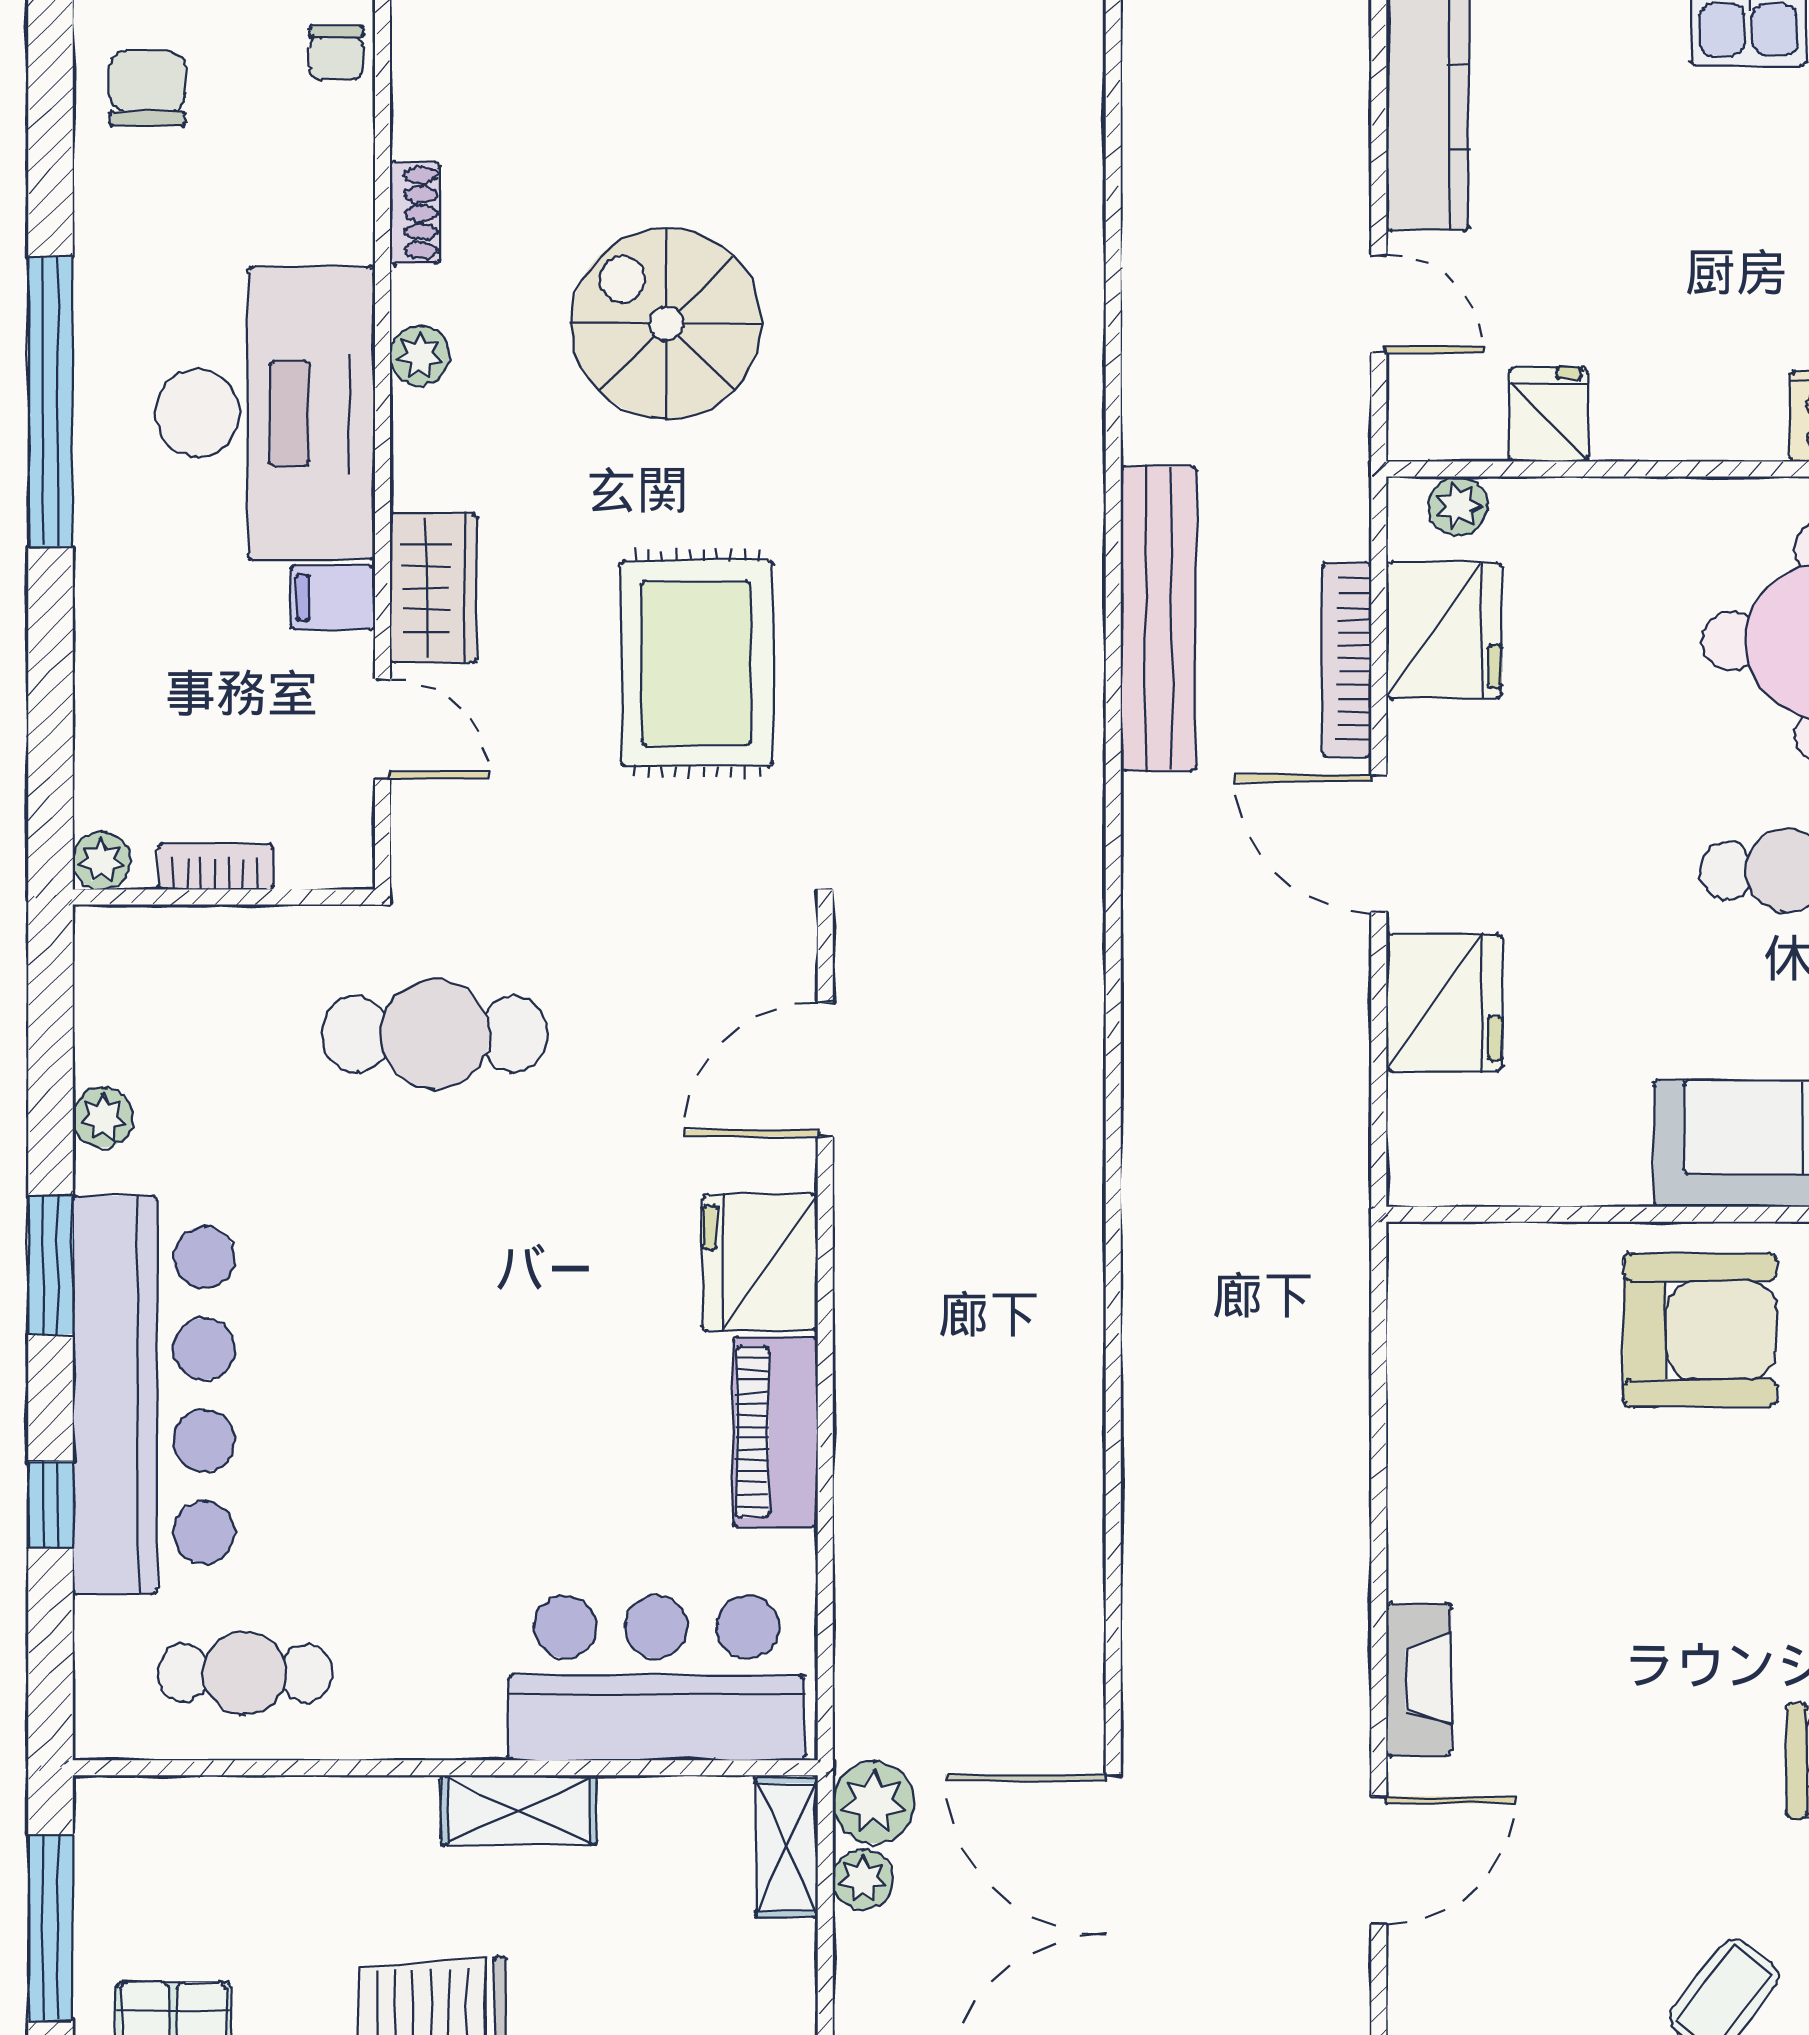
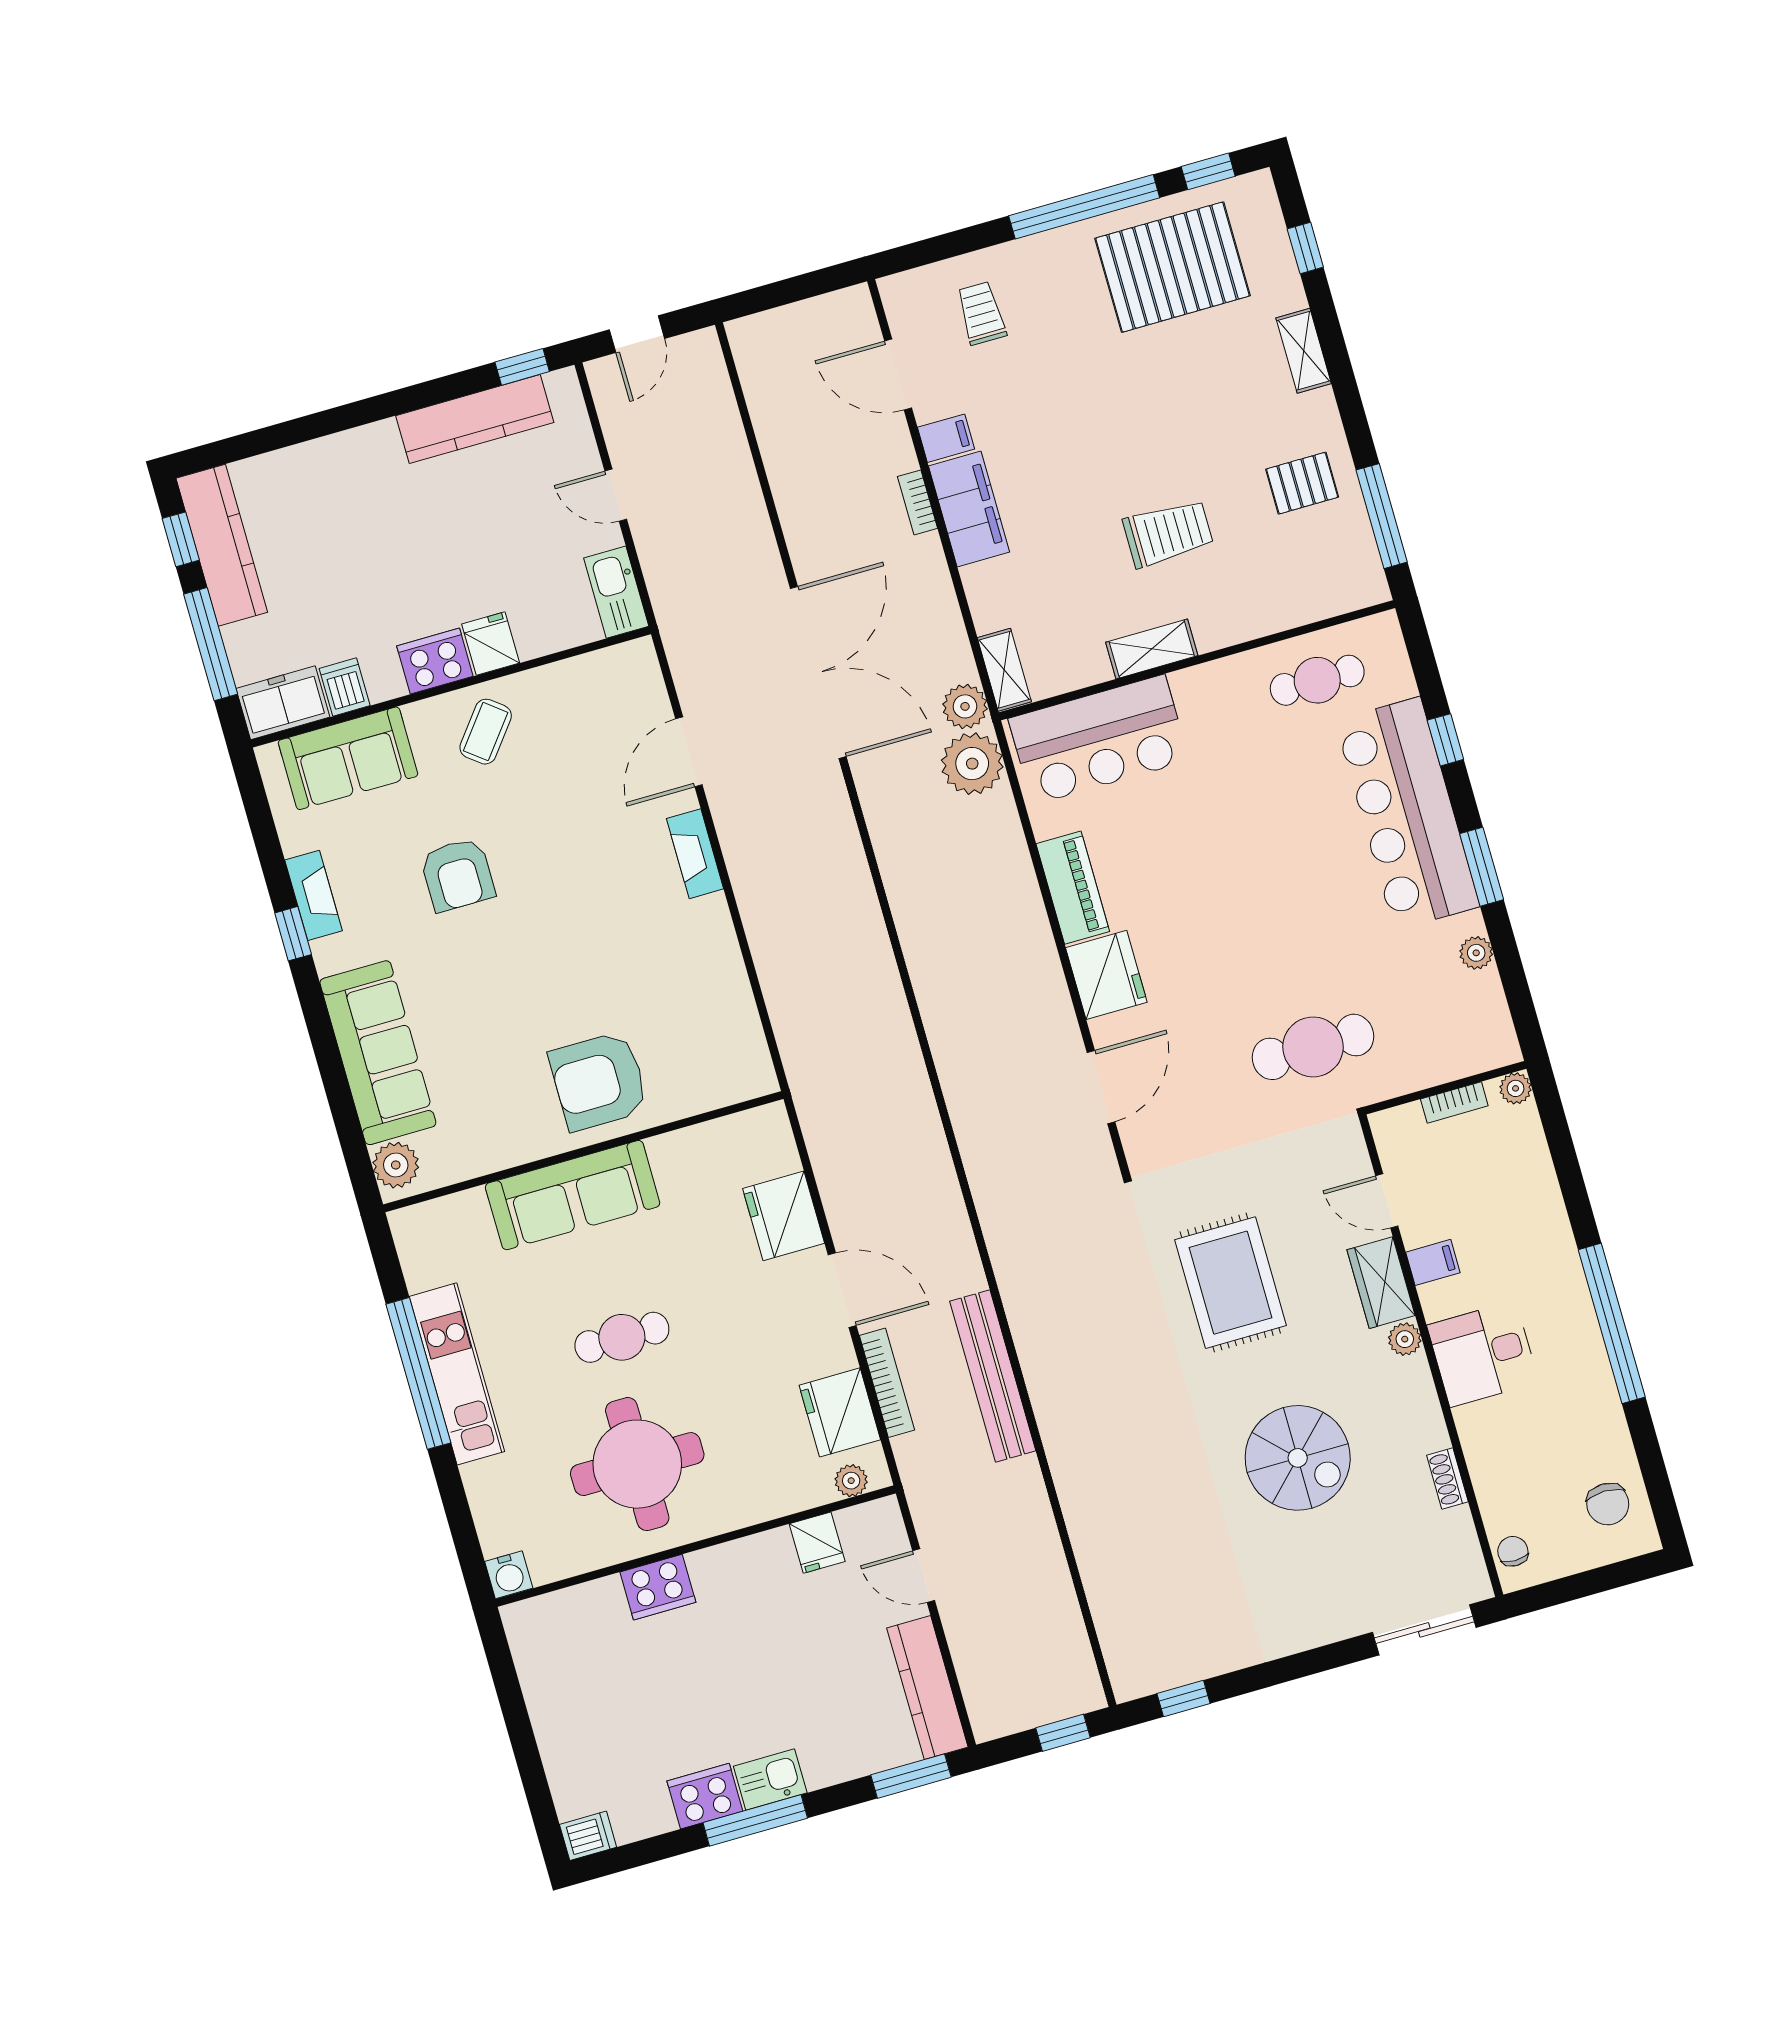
plant: (420, 355) -> (1405, 1339), moved
desk: (265, 413) -> (1483, 1354), width x0.53, depth x0.77
plant: (863, 1880) -> (972, 764), moved, width x1.88, depth x1.88

